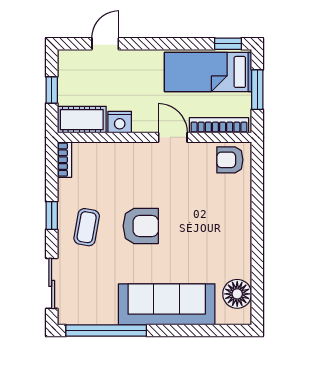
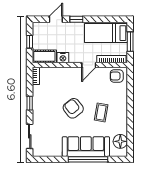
window: (228, 44) -> (76, 19), moved
door: (173, 137) -> (89, 65), swing flipped
armchair: (141, 226) -> (73, 108), turned -128
coffee table: (87, 227) -> (101, 112), moved
window: (106, 330) -> (88, 159), moved

